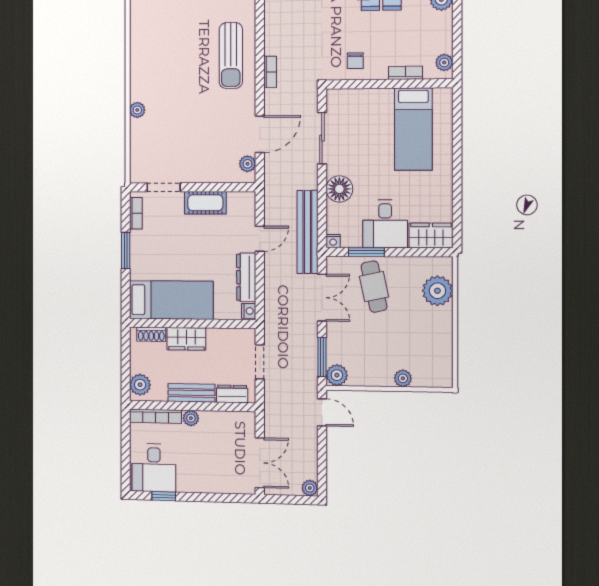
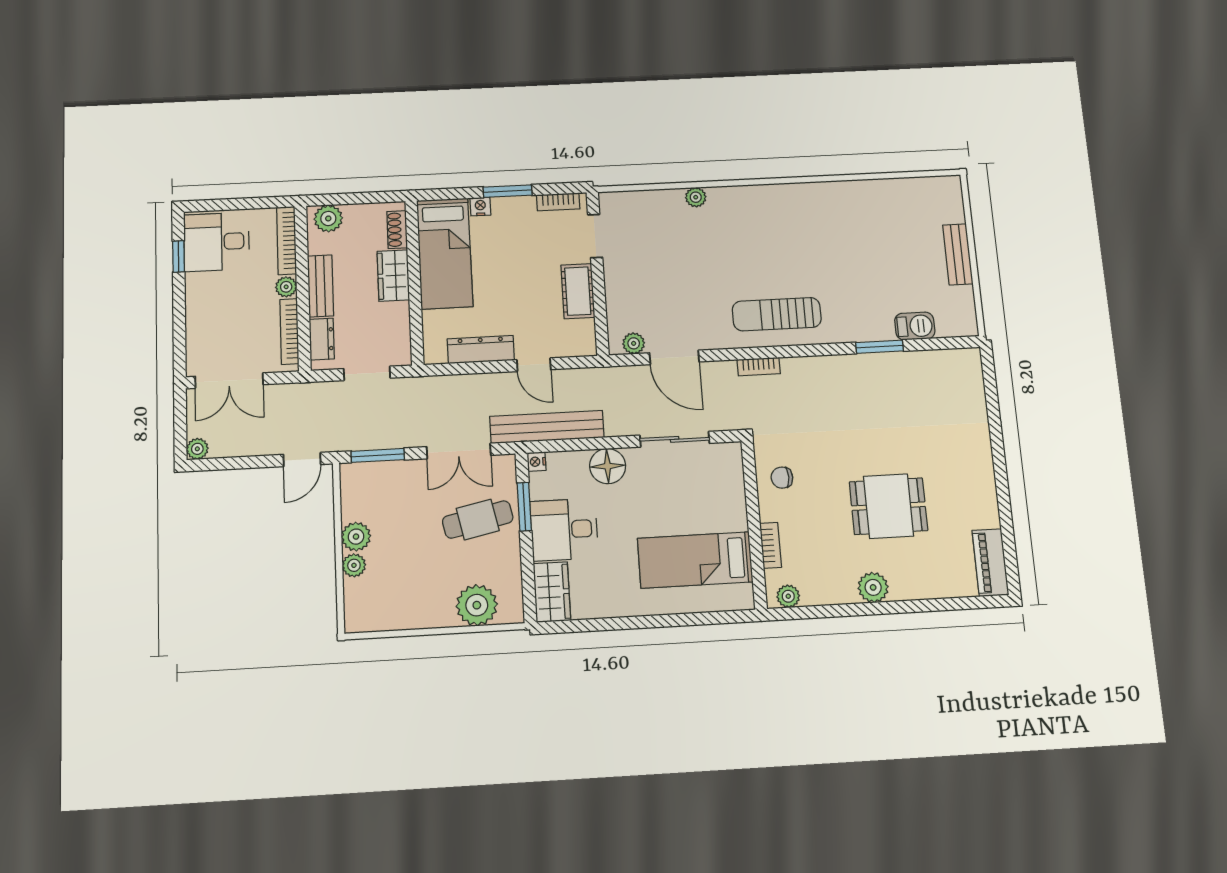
nightstand: (249, 311) -> (480, 207), moved, turned 180
plant: (337, 375) -> (356, 537), moved
bookcase: (225, 417) -> (289, 331), added

